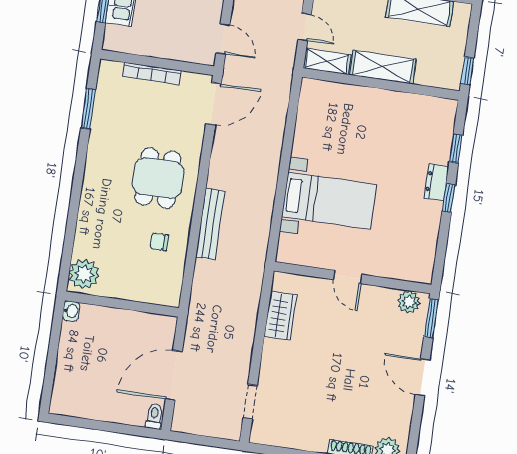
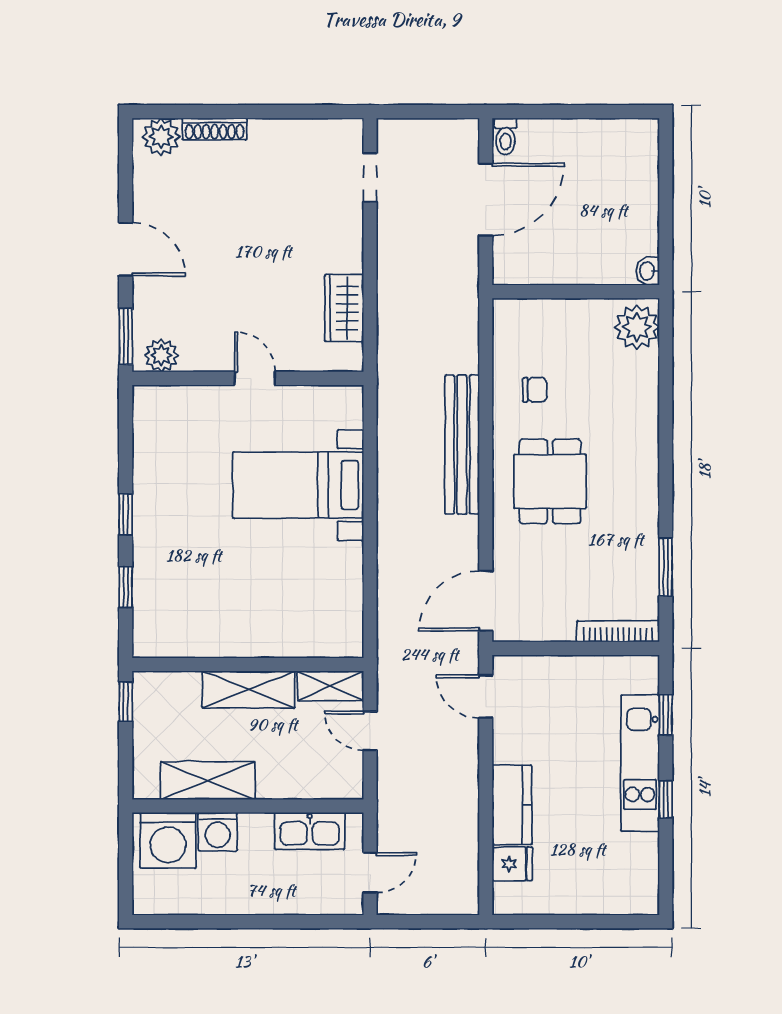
bookcase: (152, 74) -> (618, 631), moved
dresser: (437, 182) -> (147, 534), removed
bench: (210, 224) -> (462, 444), width x1.37, depth x1.21

